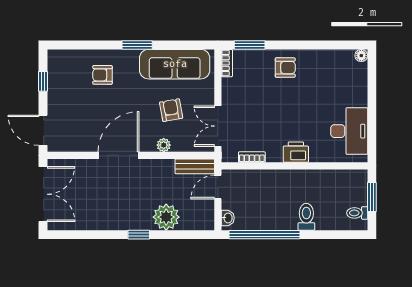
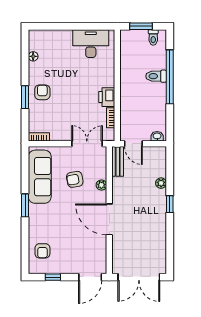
window: (250, 45) -> (25, 97), moved
floor lamp: (361, 56) -> (33, 56), moved
armchair: (102, 75) -> (42, 251), moved
double door: (218, 126) -> (87, 144), swing flipped
printer: (296, 152) -> (107, 97), moved
double door: (43, 194) -> (139, 277), swing flipped
plant: (166, 217) -> (161, 183), width x0.53, depth x0.53
window: (265, 235) -> (170, 77), moved

